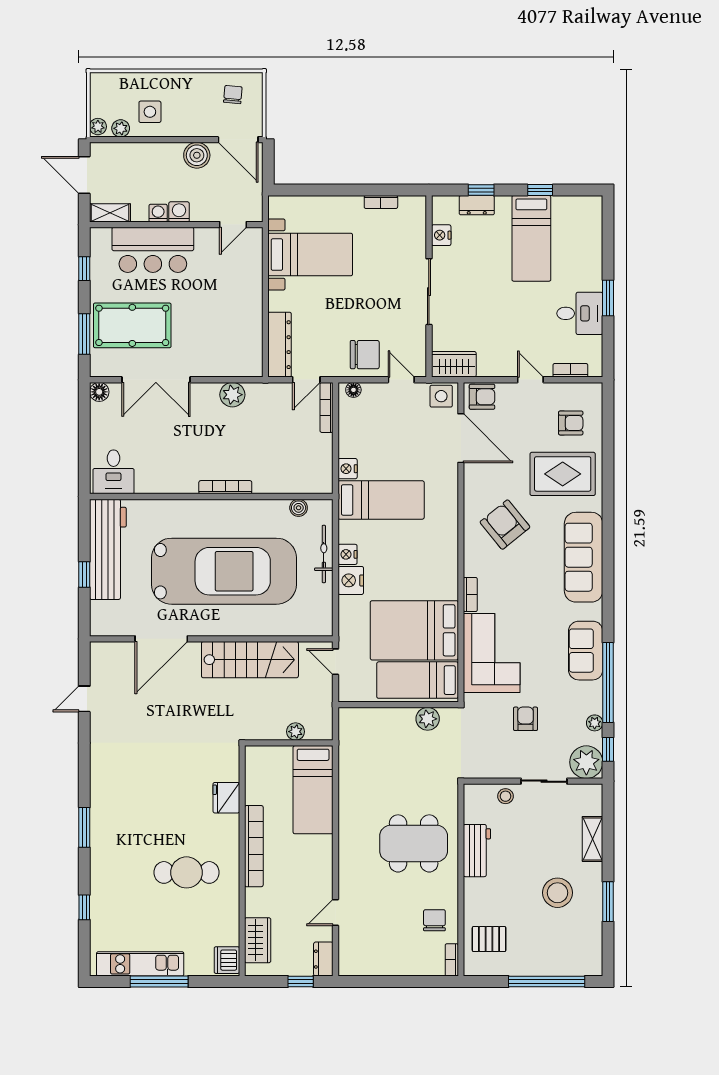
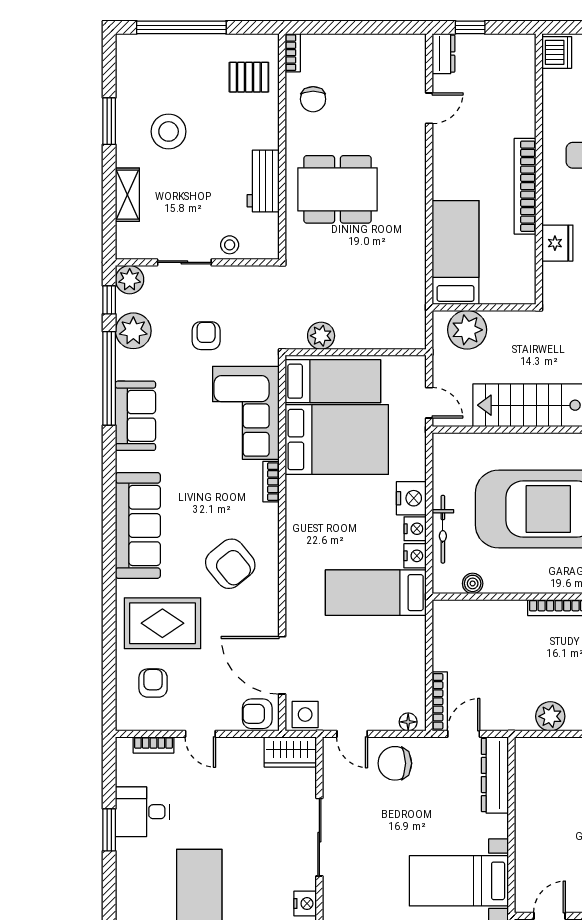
armchair: (571, 423) -> (153, 683), turned 90
nightstand: (348, 469) -> (415, 556), moved
armchair: (526, 719) -> (206, 336), turned 180
plant: (595, 723) -> (133, 331), width x1.88, depth x1.88
plant: (296, 732) -> (467, 330), width x1.88, depth x1.88
plant: (586, 762) -> (130, 280), width x0.73, depth x0.73
wardrobe: (258, 940) -> (521, 76), removed

